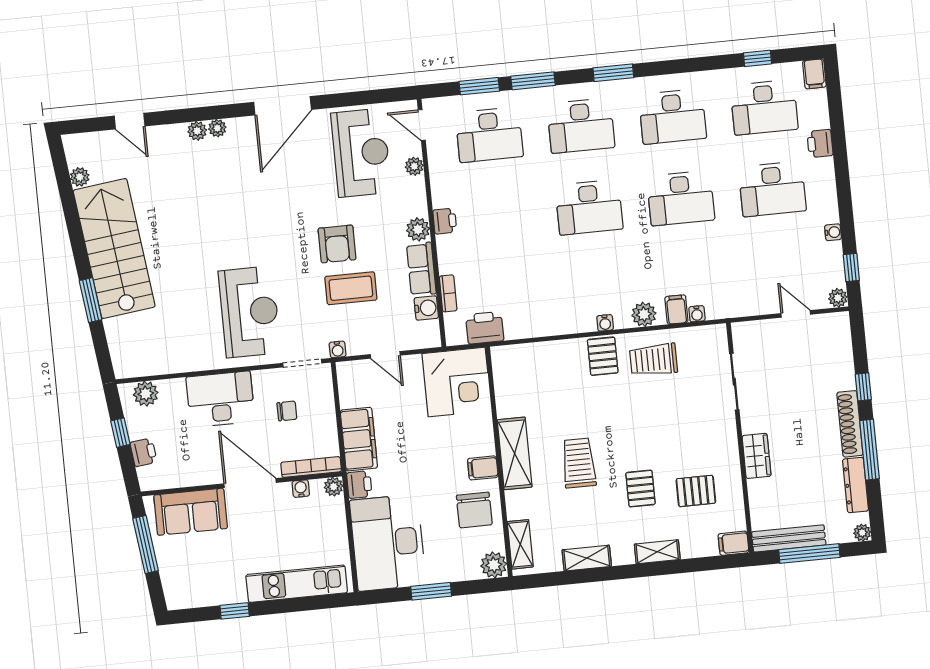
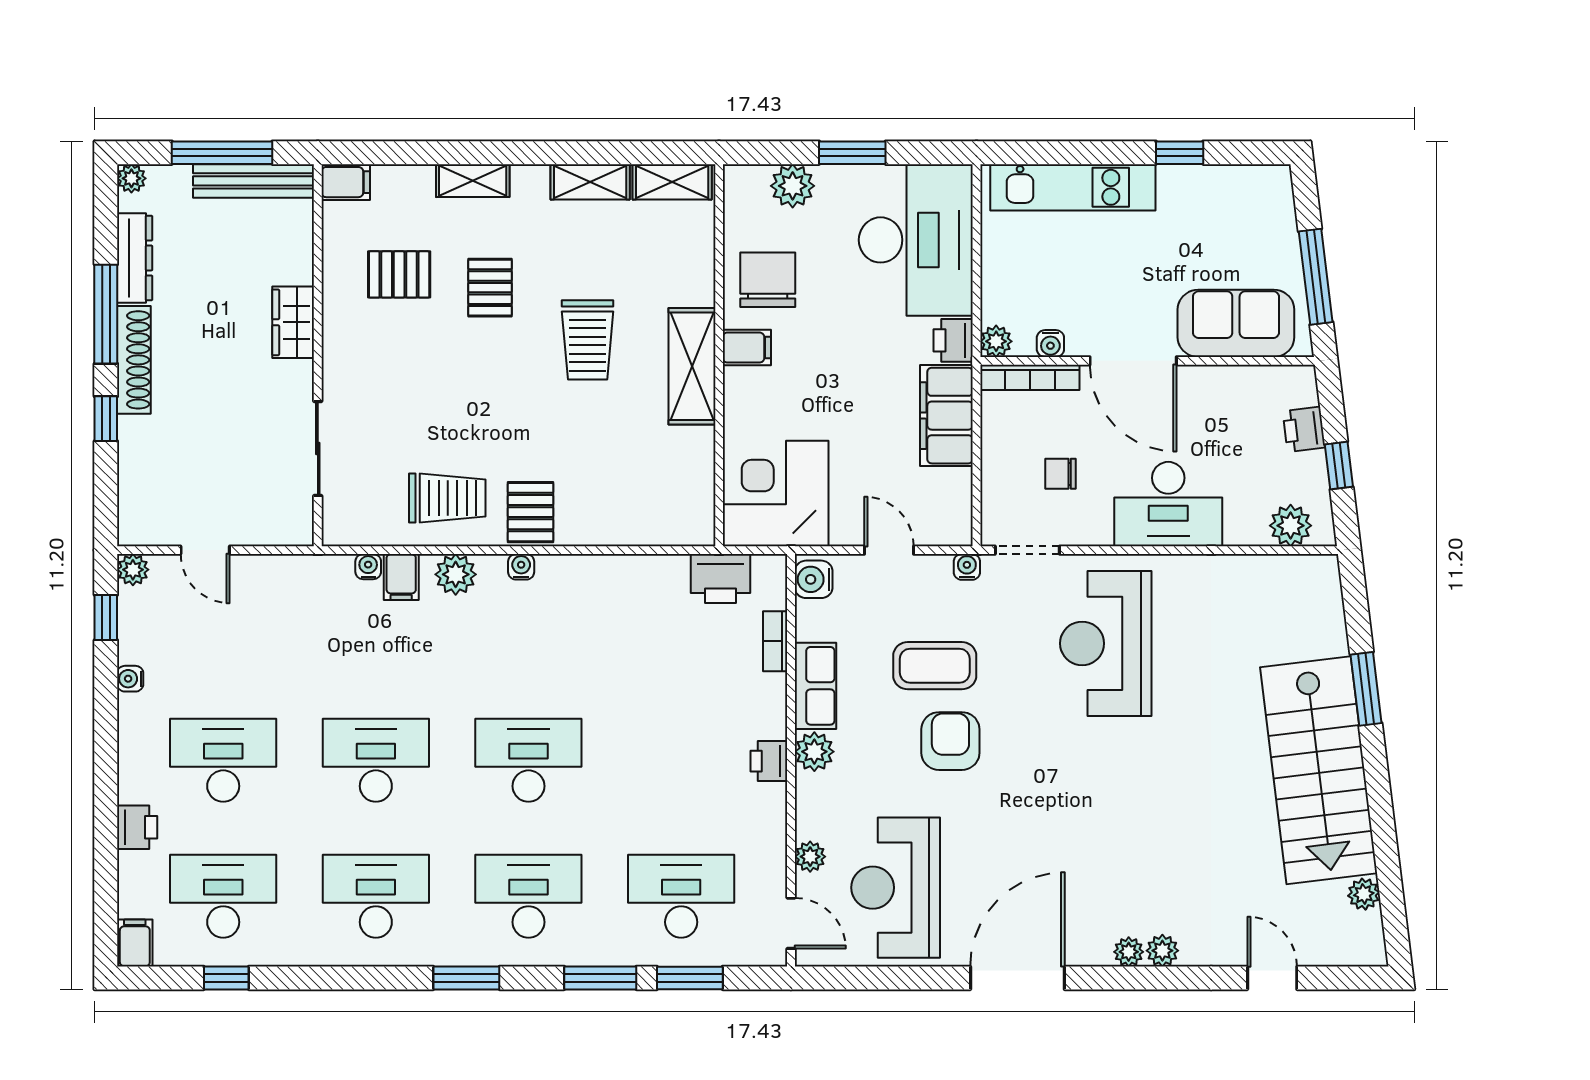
water cooler: (426, 308) -> (814, 579), moved
shelving: (520, 544) -> (672, 182), moved, turned 90
plant: (494, 565) -> (793, 186), moved

